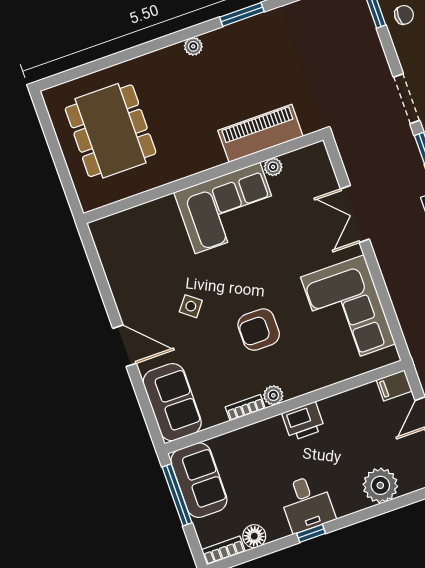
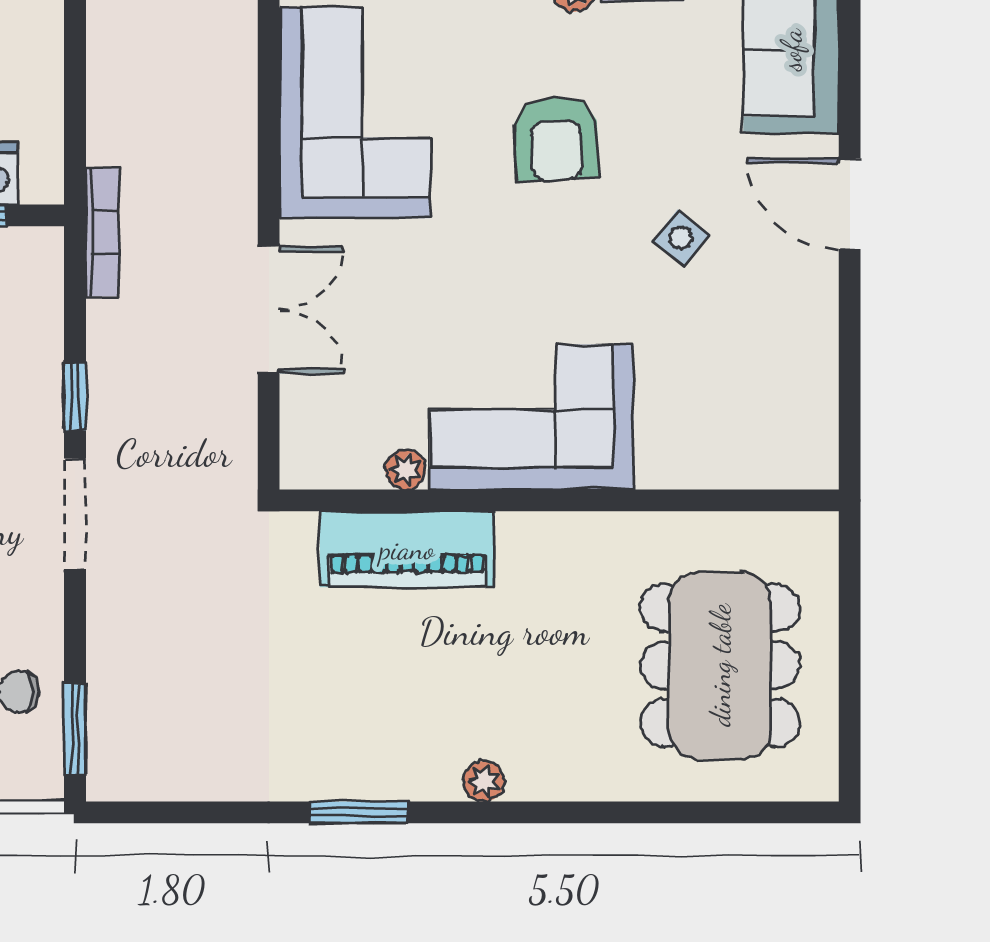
armchair: (259, 330) -> (556, 139), turned 87

